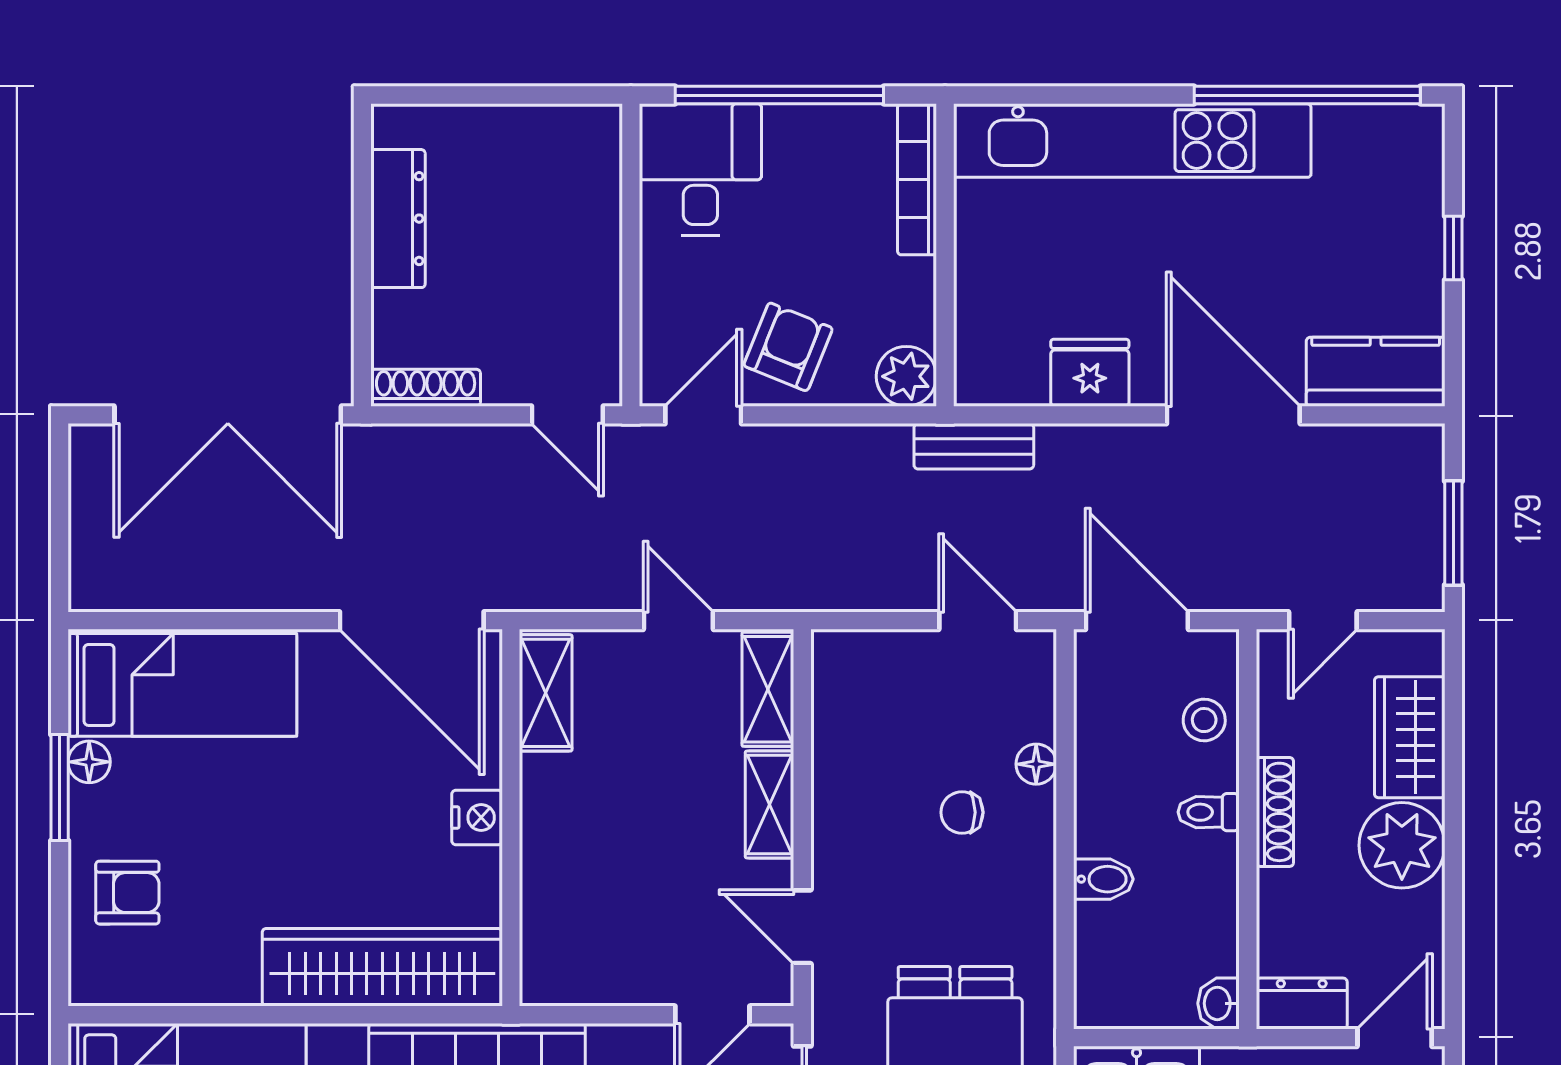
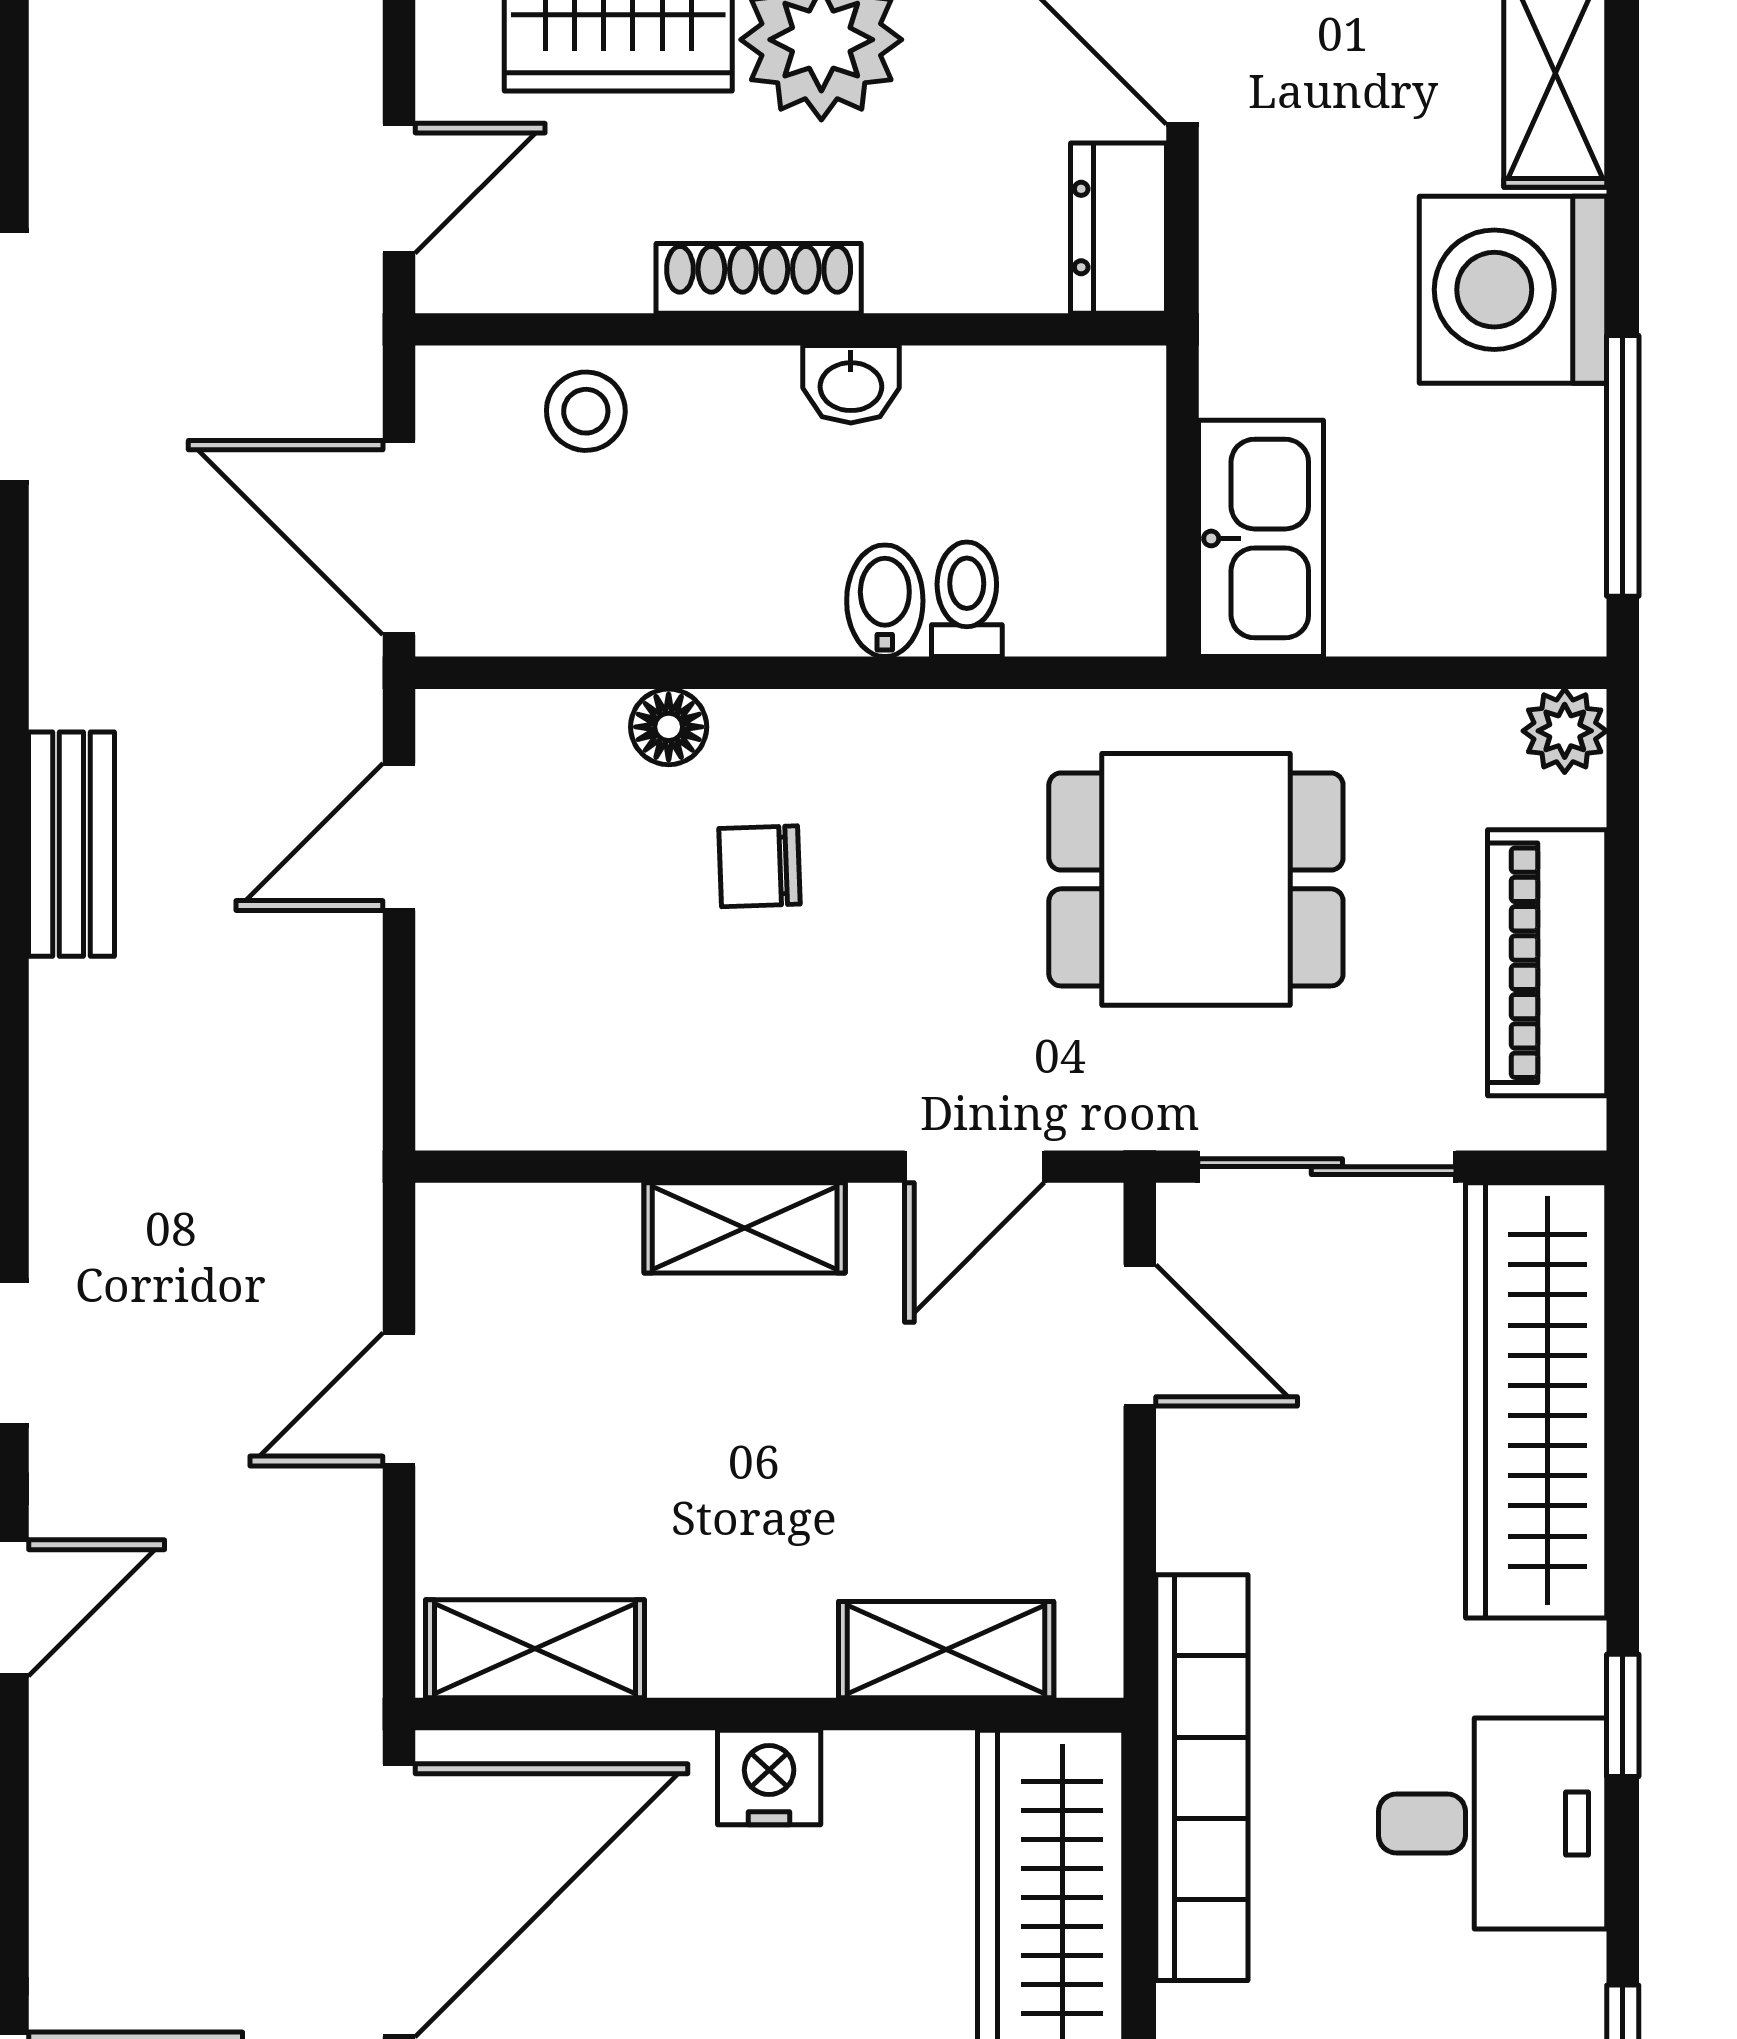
door: (1137, 621) -> (399, 538), hinge flipped
door: (1323, 621) -> (399, 188), hinge flipped
shelving: (768, 689) -> (946, 1650), moved
chair: (962, 812) -> (760, 866), turned 88
toilet: (1209, 812) -> (967, 599), moved, turned 180
washbasin: (1219, 1003) -> (851, 384), moved

